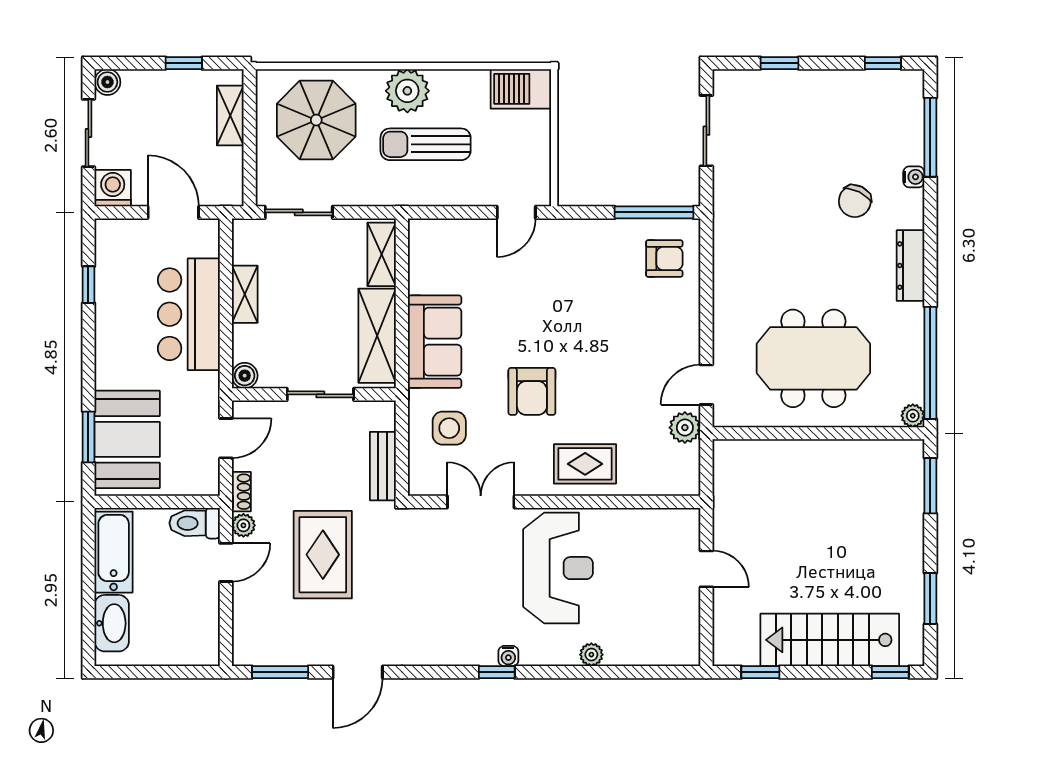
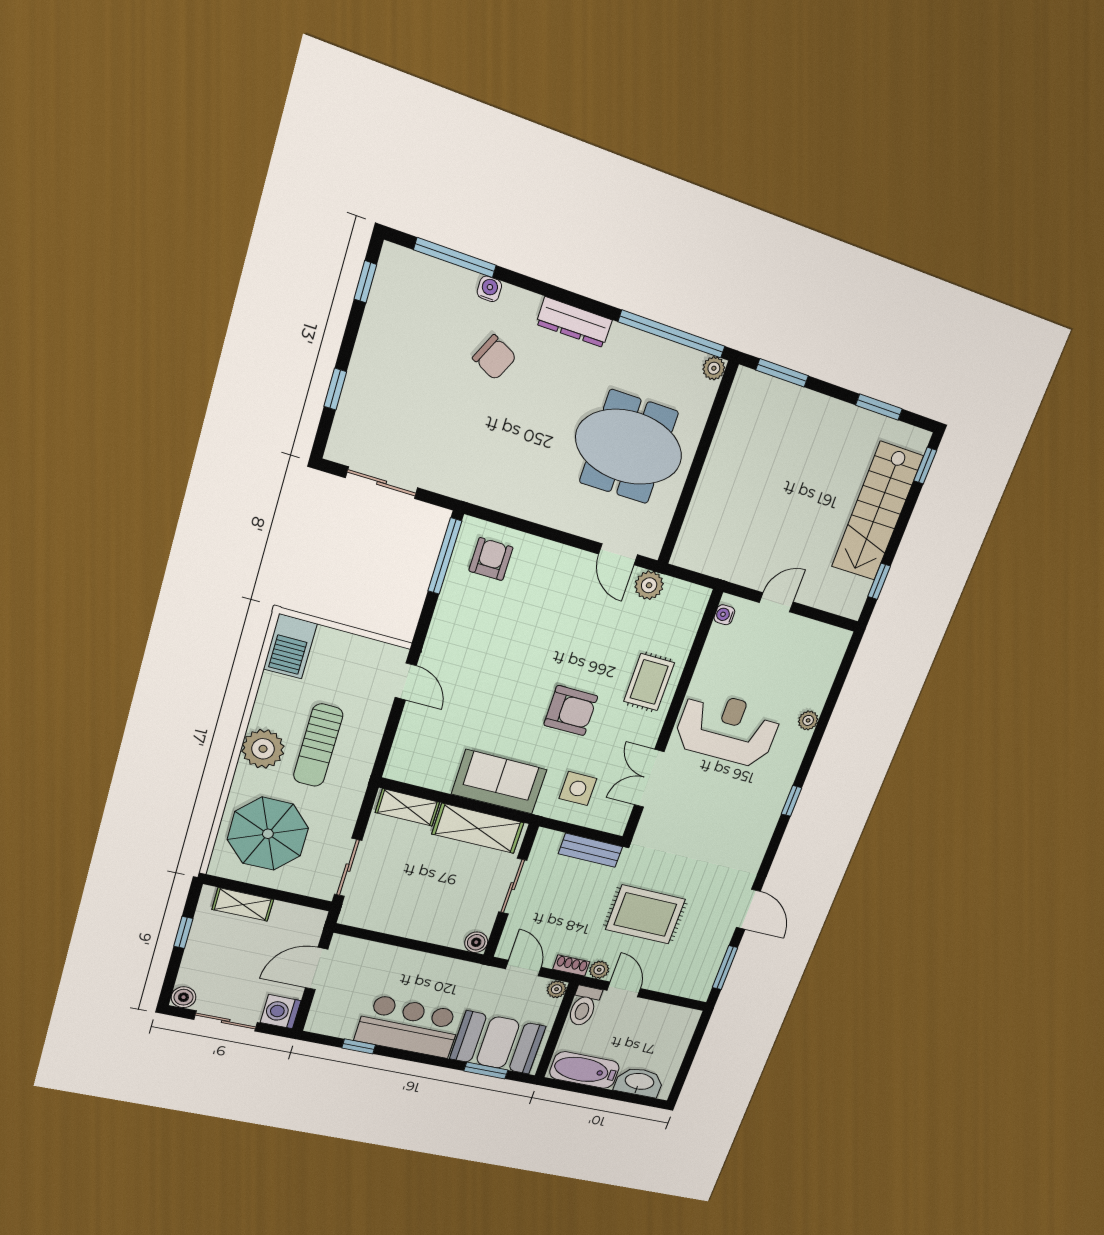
shelving: (245, 294) -> (406, 927), removed
bar counter: (189, 314) -> (409, 1026), moved, turned 180
meeting table: (813, 358) -> (629, 447), turned 90
plant: (208, 485) -> (557, 989), added
water cooler: (508, 656) -> (724, 615), moved, turned 180

